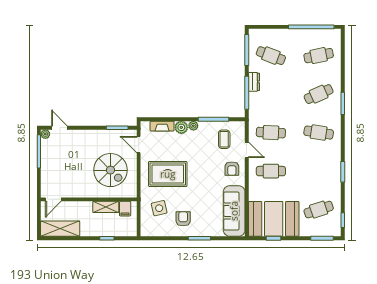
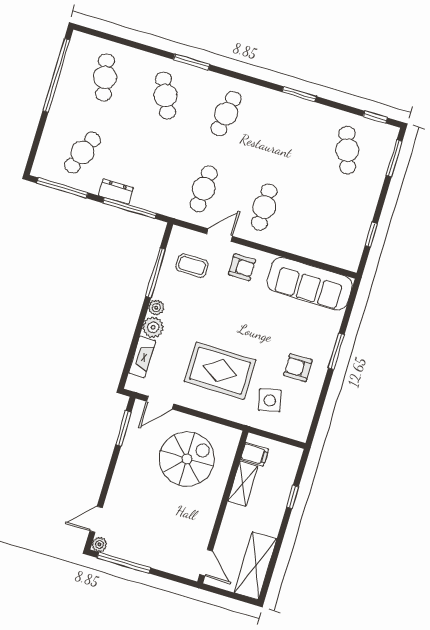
rug: (168, 174) -> (220, 371), turned 90
booth: (274, 219) -> (341, 225), removed

